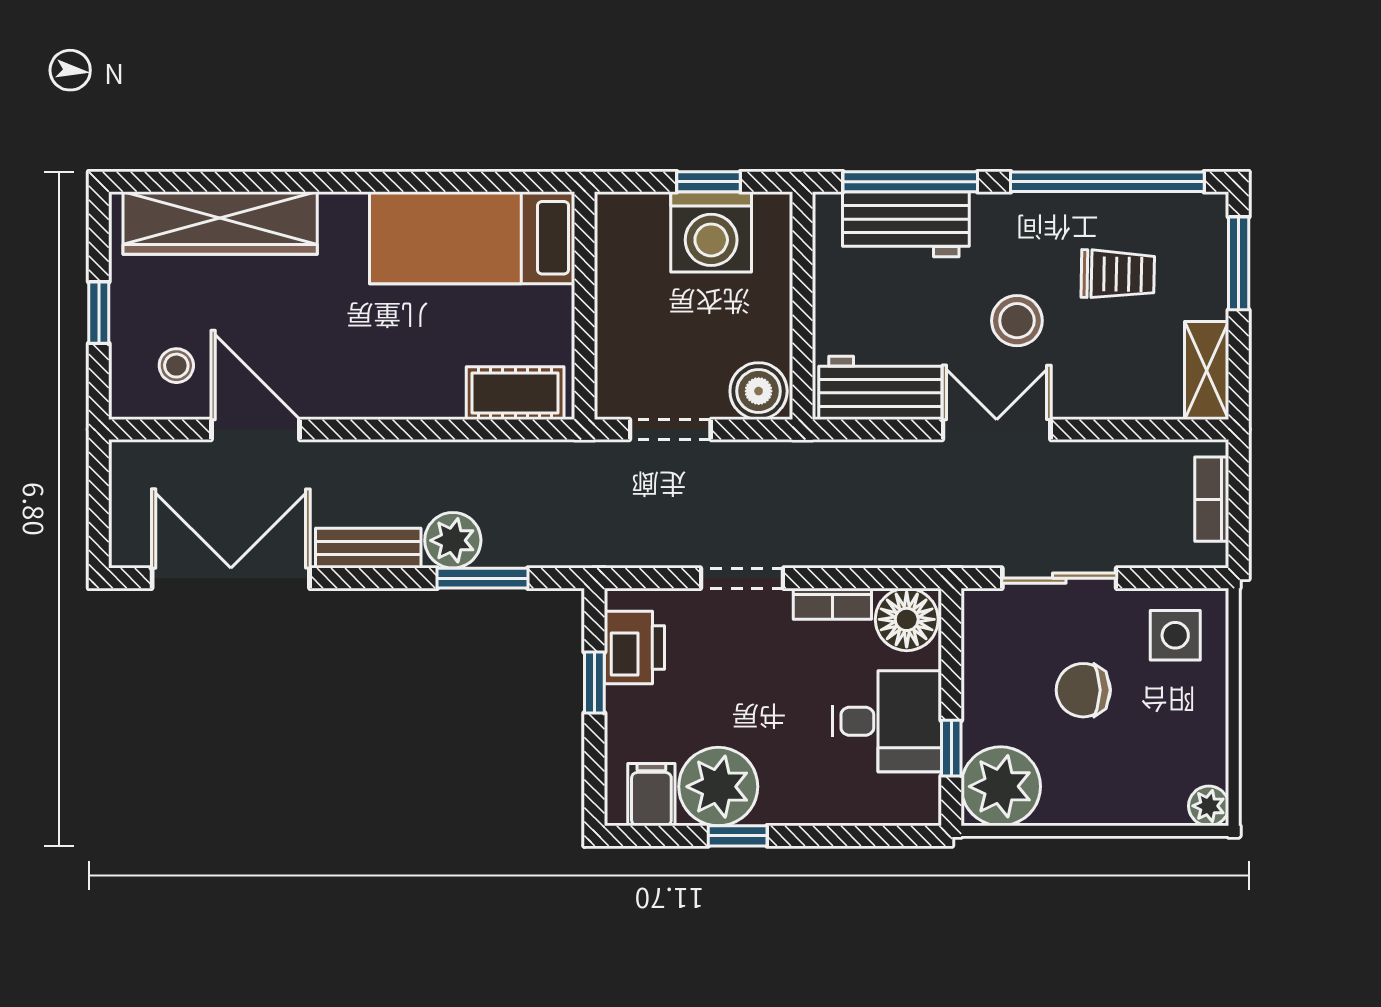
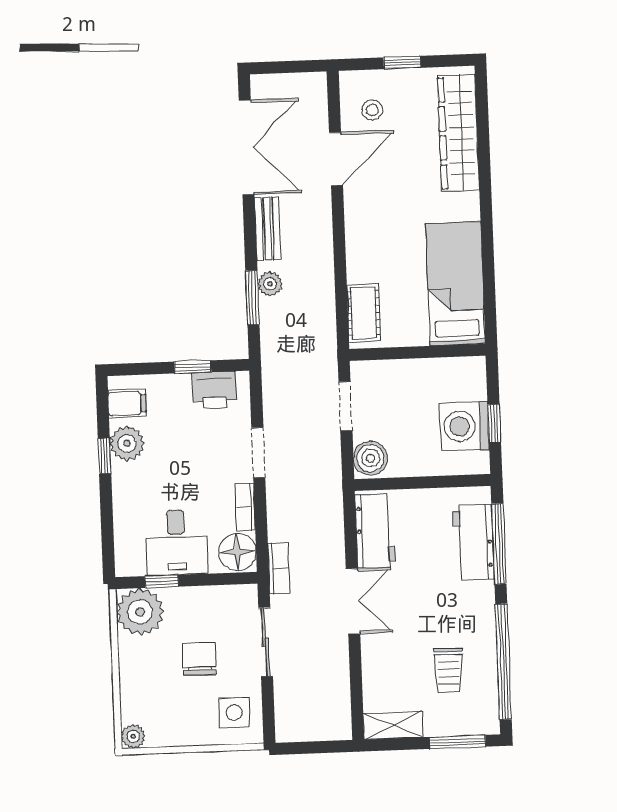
stool: (1017, 321) -> (418, 611), removed
bookcase: (1212, 499) -> (279, 568), moved, turned 90
plant: (453, 540) -> (270, 284), width x0.73, depth x0.73
plant: (718, 787) -> (127, 443), width x0.73, depth x0.73

